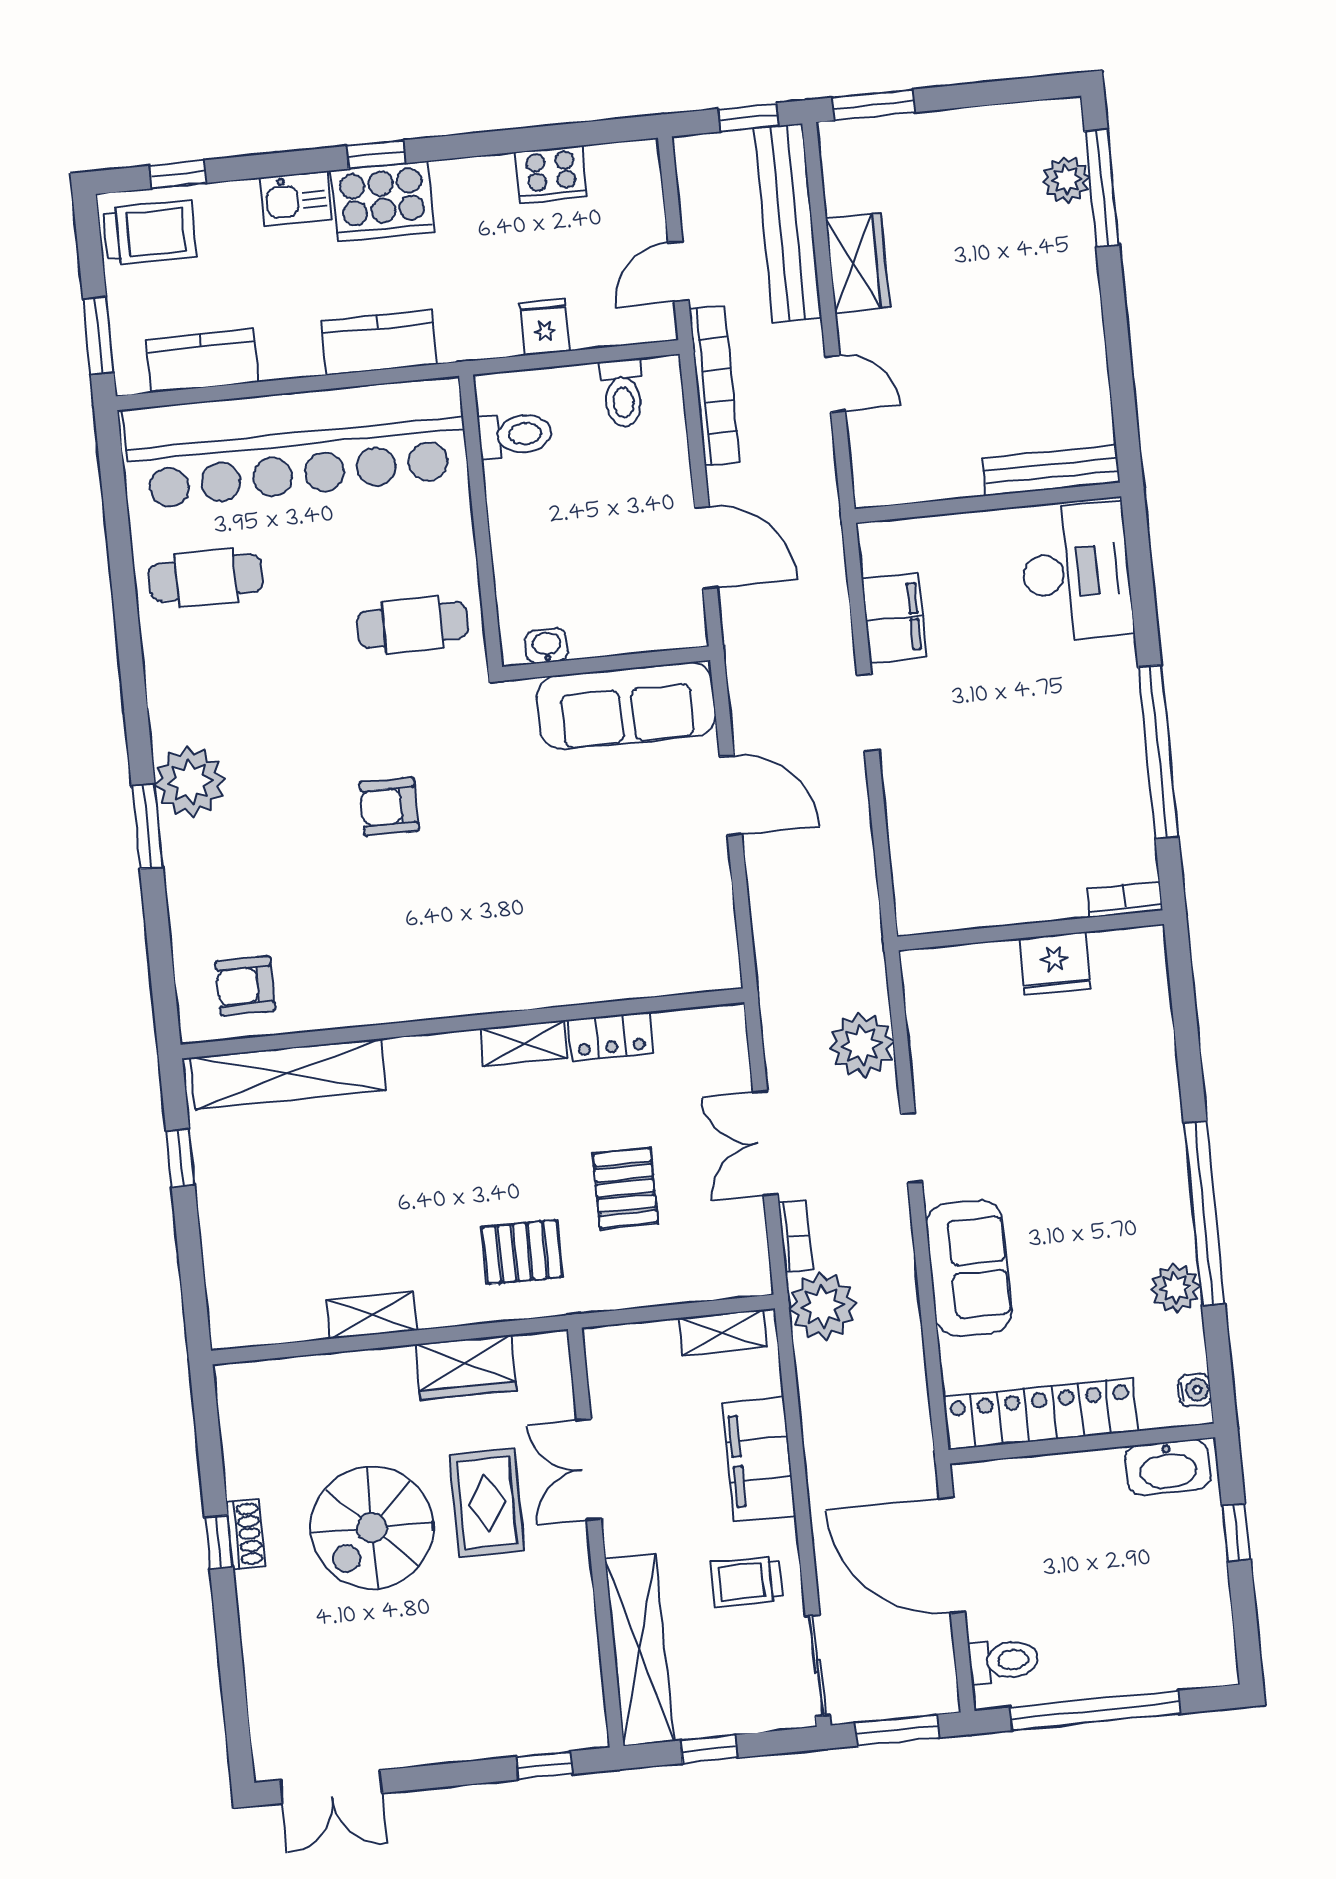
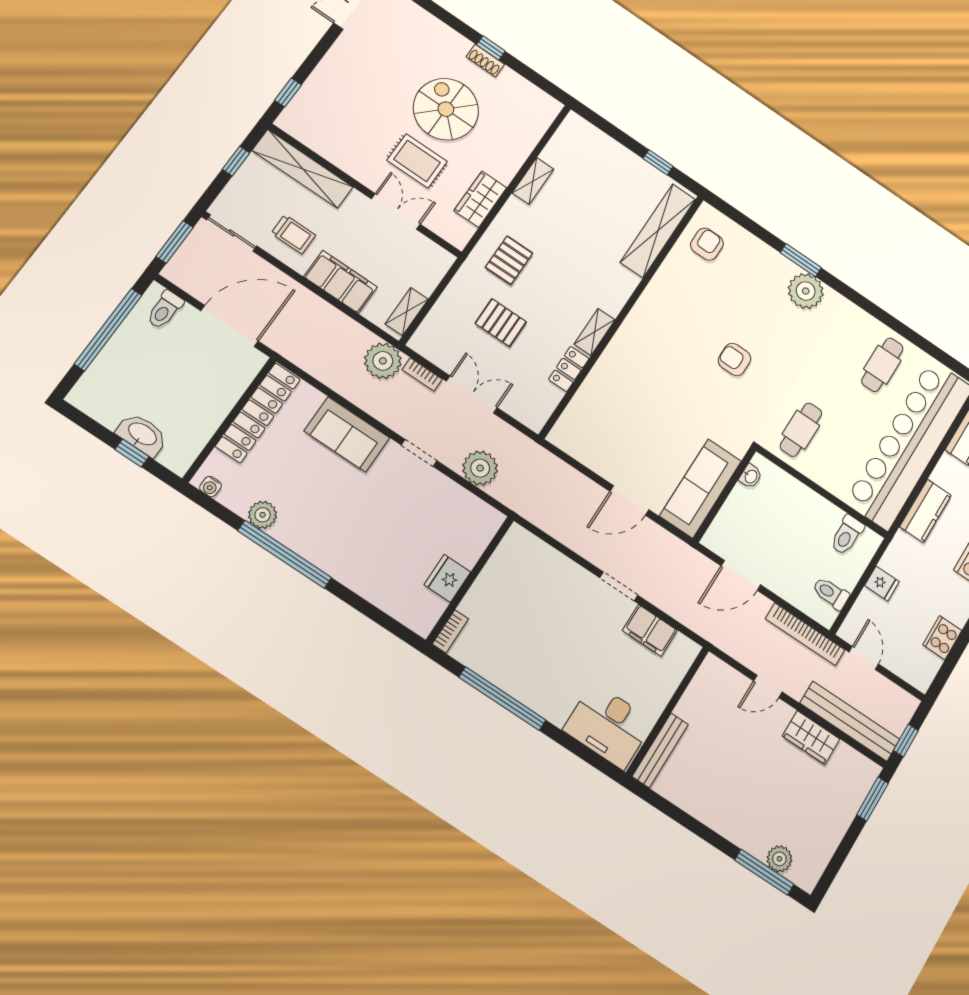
armchair: (389, 807) -> (735, 359), turned -90
washbasin: (1168, 1467) -> (142, 435), moved, turned 90
trolley: (746, 1581) -> (293, 234), turned 90

